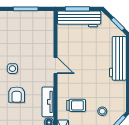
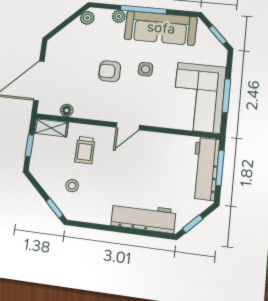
corner sofa: (29, 28) -> (199, 98), added
door: (55, 66) -> (128, 126), moved
tv unit: (48, 102) -> (95, 112), removed

